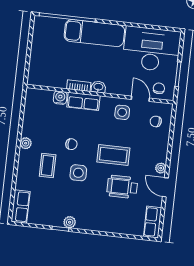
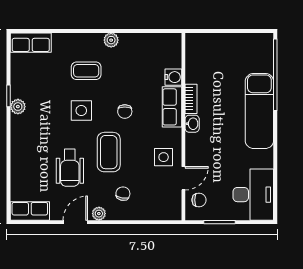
desk: (152, 49) -> (253, 195), width x0.73, depth x0.77
chair: (156, 121) -> (123, 194), moved
chair: (71, 144) -> (125, 112), moved
wheelchair: (122, 187) -> (70, 168), turned 180

